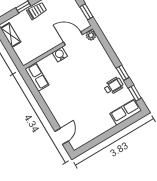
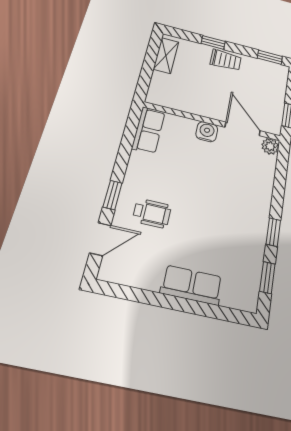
wheelchair: (114, 86) -> (152, 213), moved
row of seats: (126, 112) -> (192, 285), moved
window: (50, 116) -> (113, 195), added

